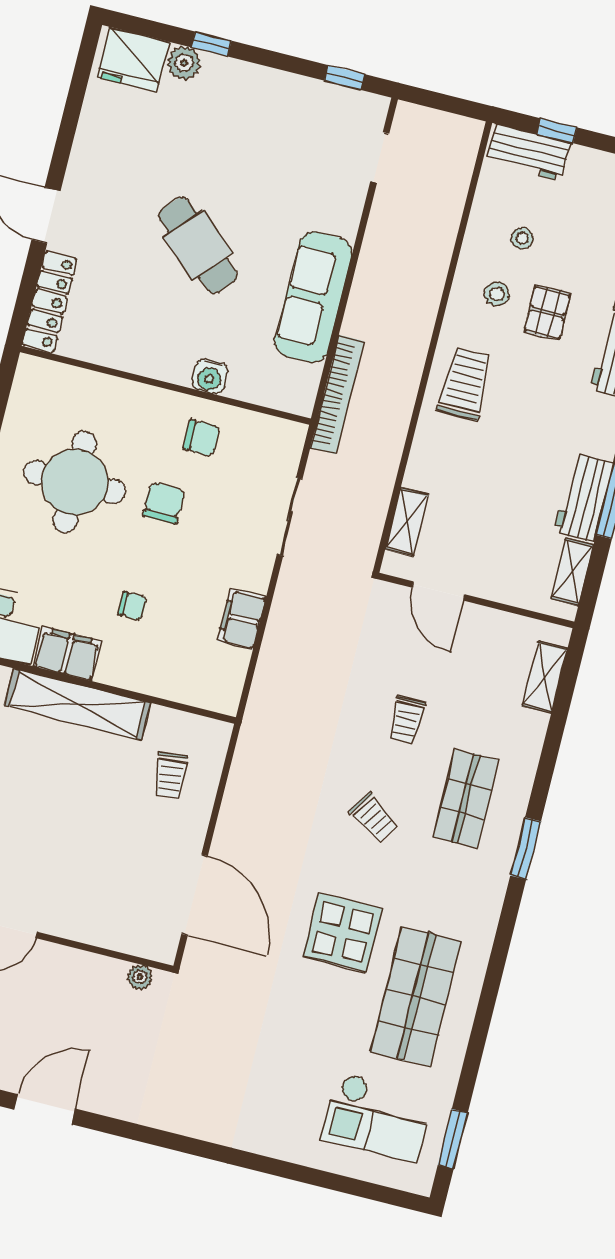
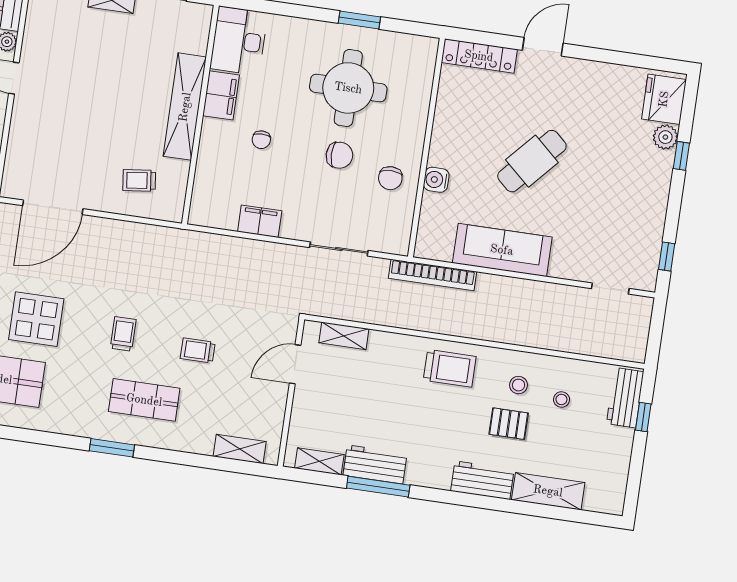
trolley: (374, 818) -> (123, 334), turned 146

